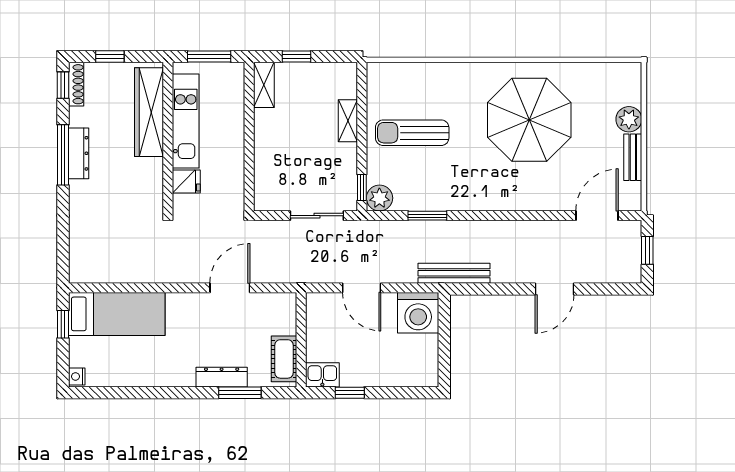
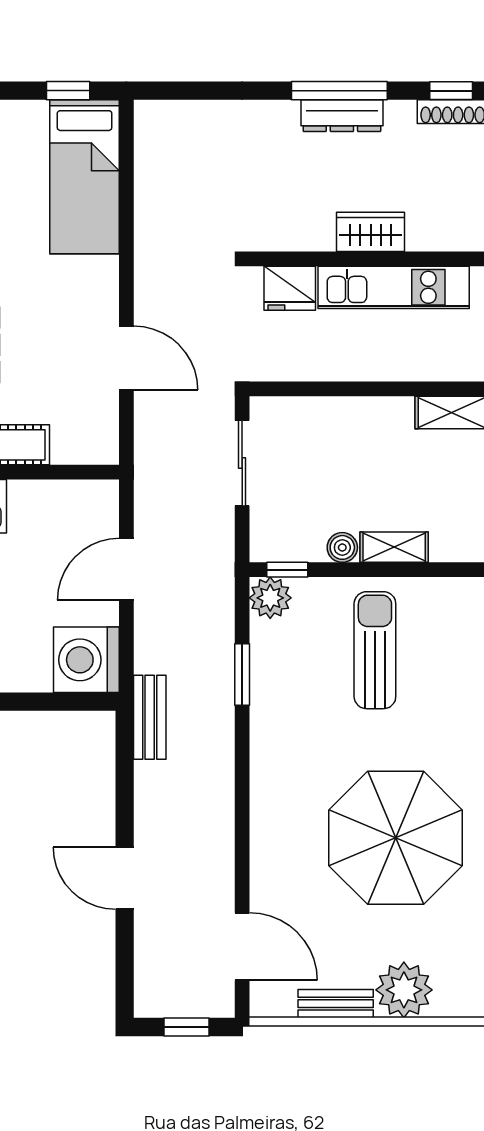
wardrobe: (149, 112) -> (371, 232), width x0.48, depth x0.85
plant: (629, 119) -> (404, 990), width x1.36, depth x1.36
boiler: (348, 153) -> (342, 547), added
fridge: (186, 181) -> (290, 288), width x1.38
sliding door: (317, 216) -> (242, 463), moved
bench: (454, 273) -> (150, 717), width x0.73

